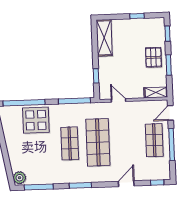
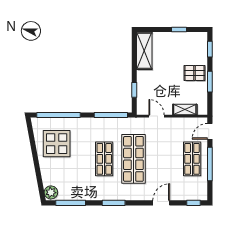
pallet: (153, 57) -> (195, 73), turned 90
shelving: (156, 92) -> (185, 110), moved
display table: (36, 120) -> (57, 144), moved

